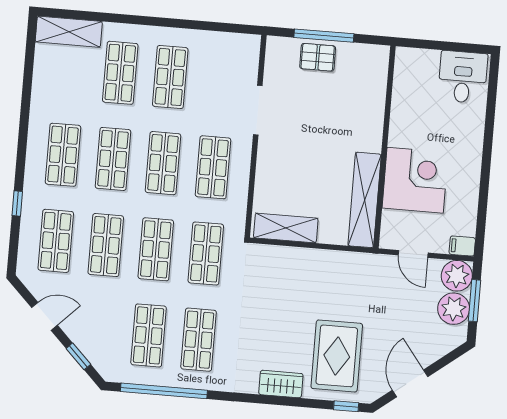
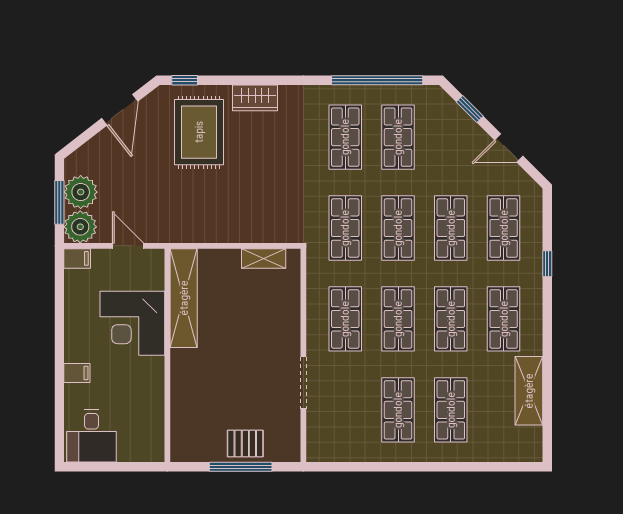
shelving: (69, 32) -> (529, 391), moved, turned 90
filing cabinet: (472, 138) -> (77, 373), added
shelving: (286, 228) -> (264, 259), width x0.67, depth x0.75

